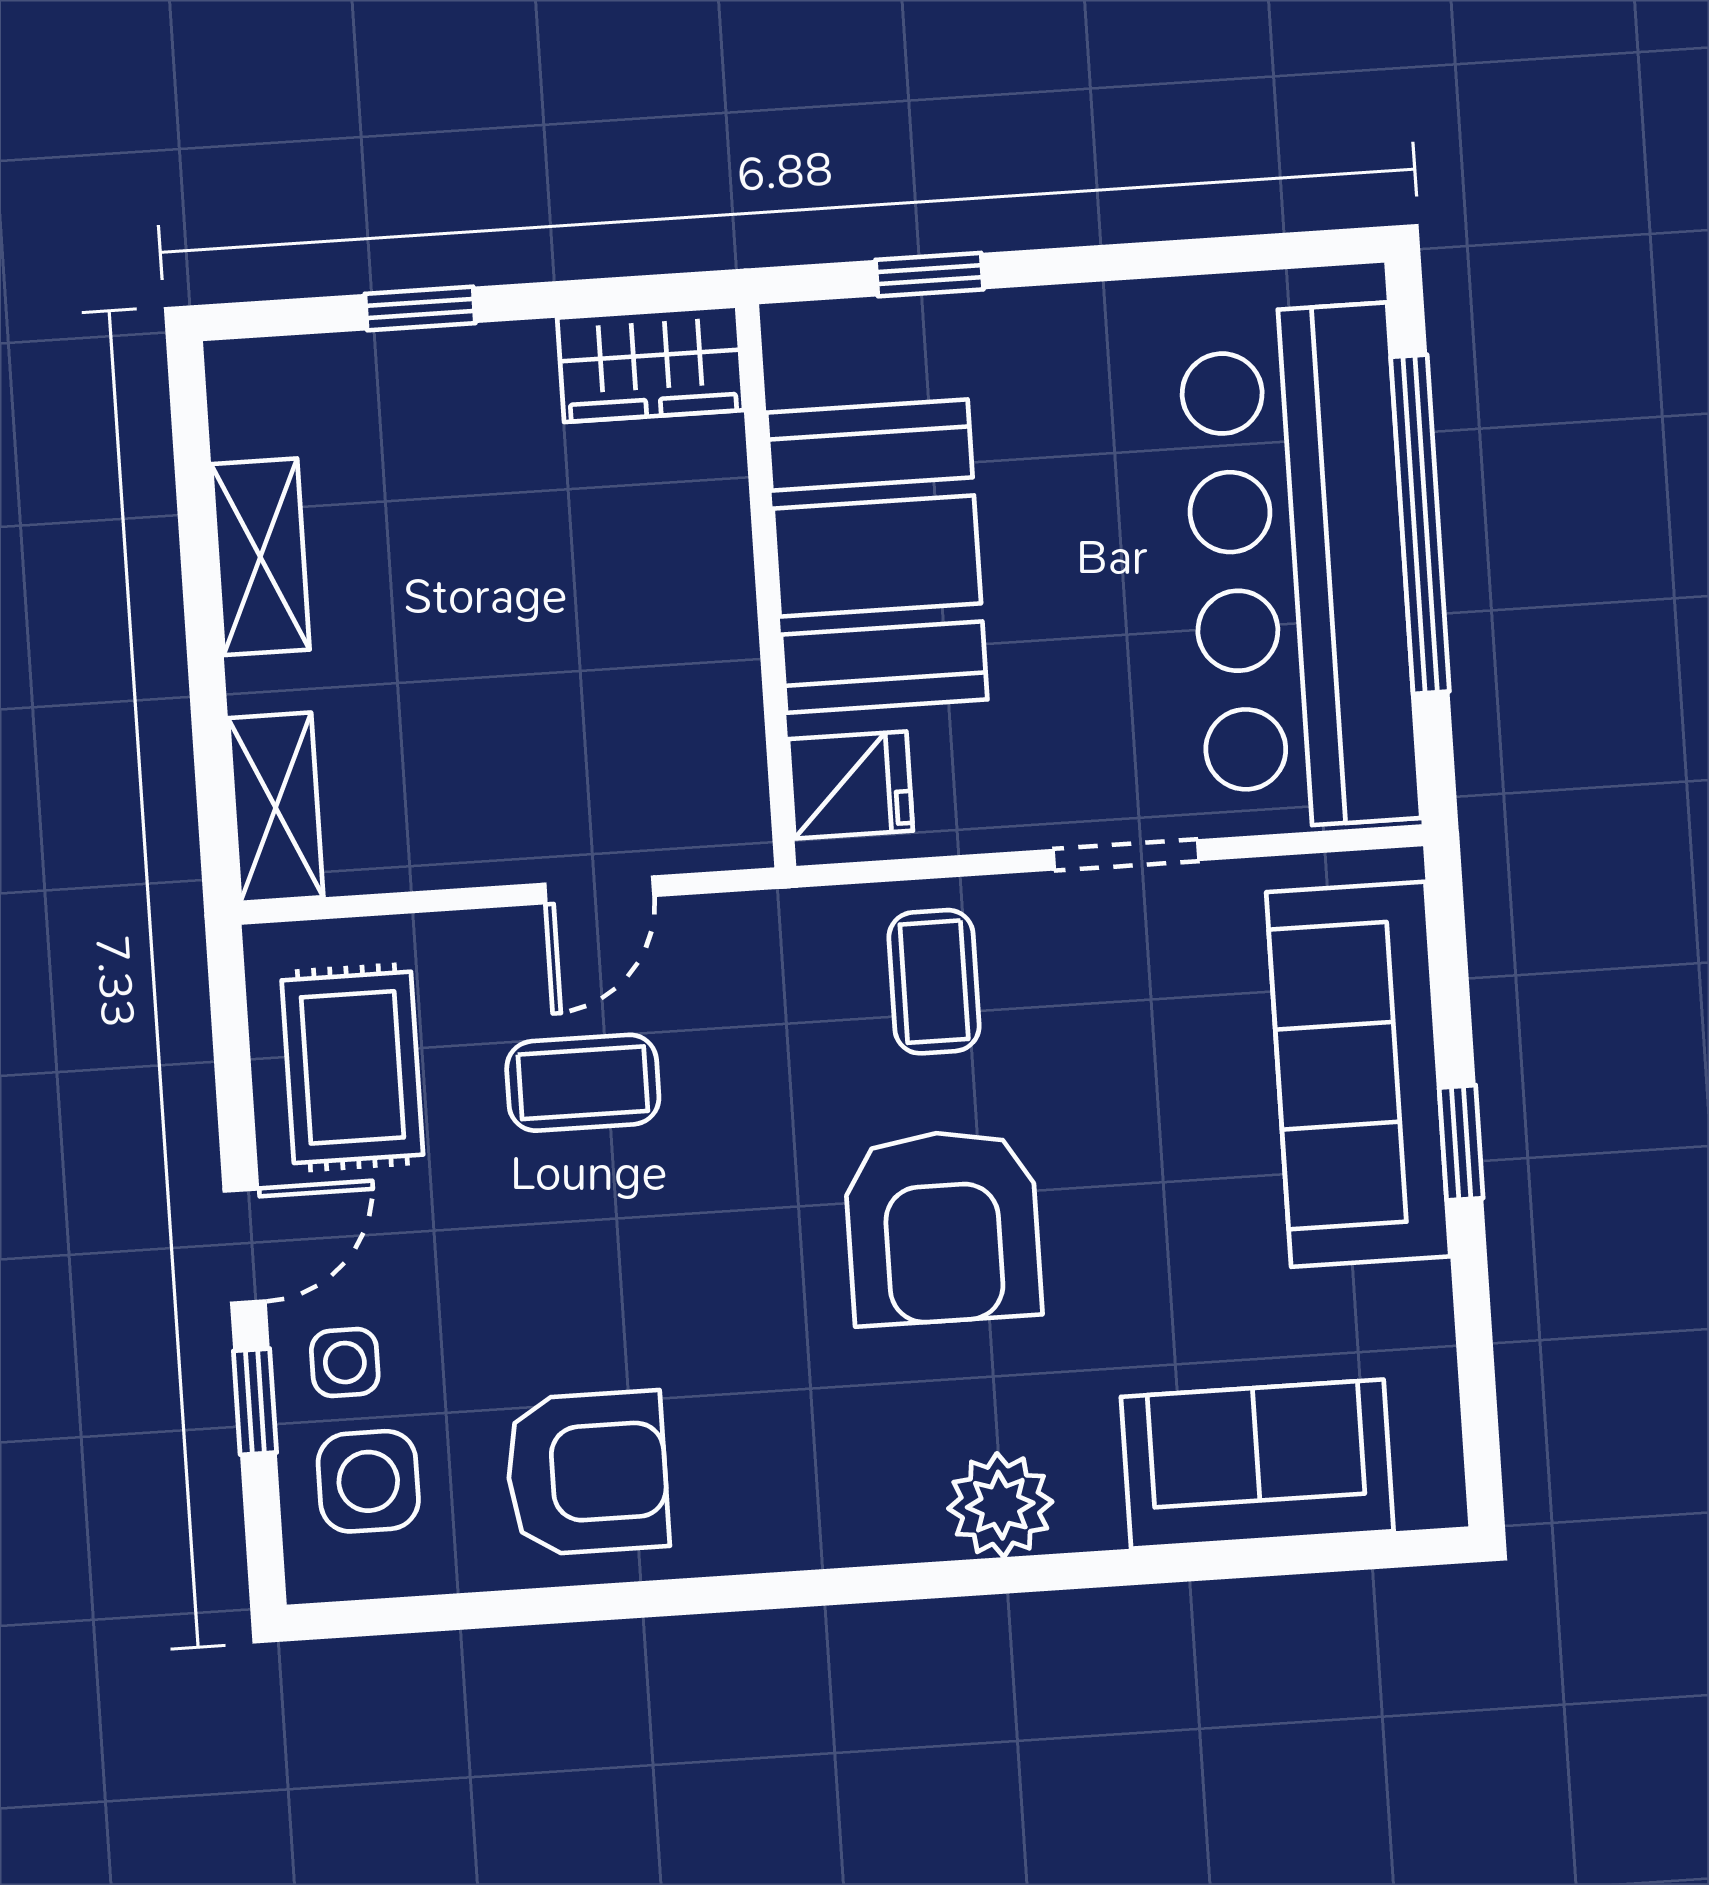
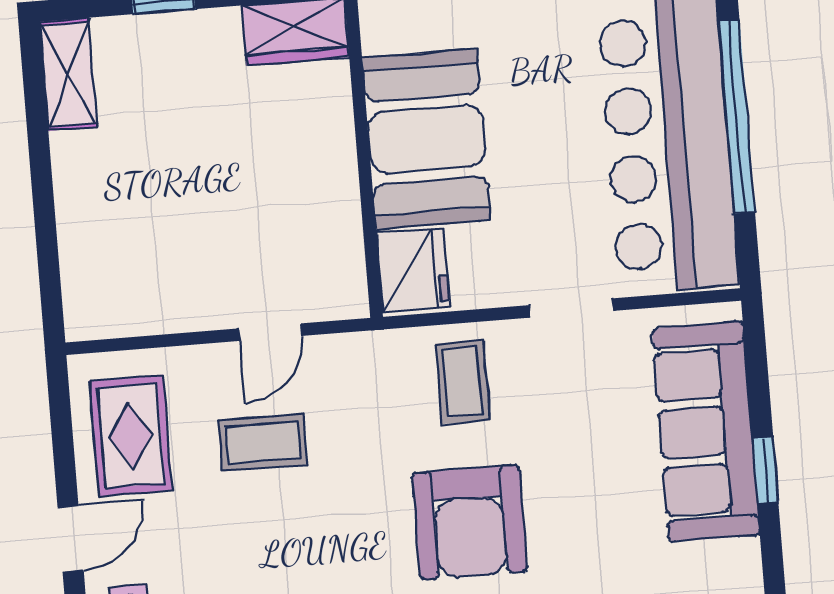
shelving: (260, 557) -> (68, 74), moved
fridge: (850, 785) -> (413, 270), width x1.38
shelving: (276, 808) -> (85, 288), removed

